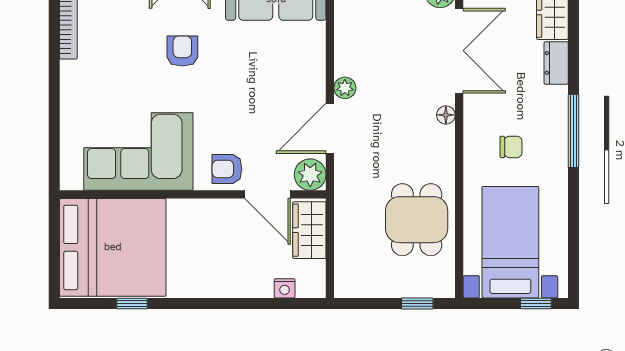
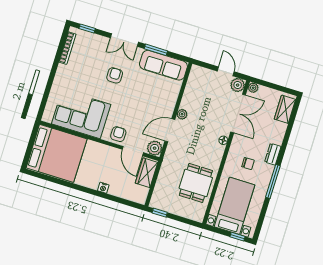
dresser: (556, 63) -> (273, 154), moved
window: (573, 131) -> (273, 181), moved
armchair: (227, 169) -> (118, 134), turned 90
nightstand: (285, 288) -> (103, 188), moved
window: (132, 303) -> (57, 181), removed
window: (417, 303) -> (160, 213), moved

